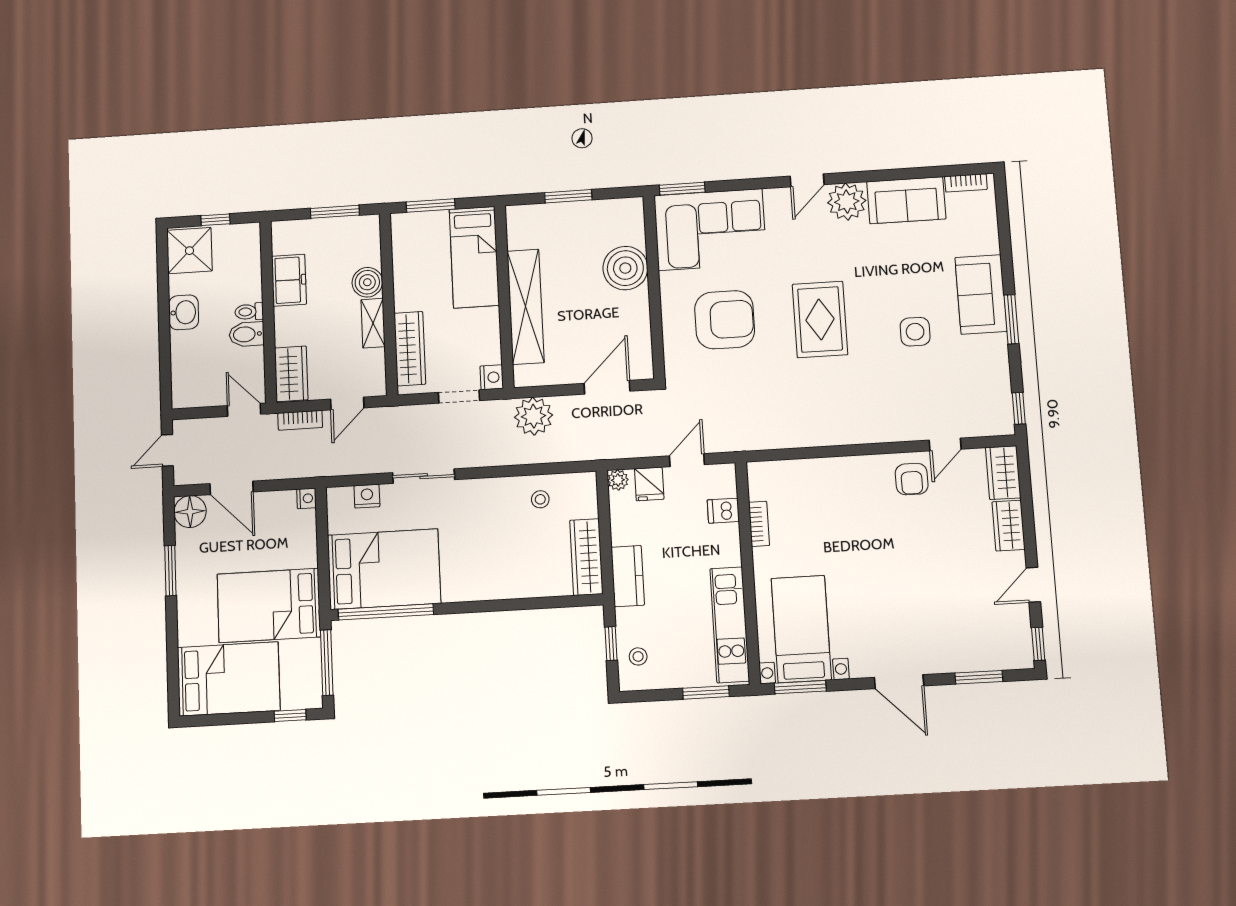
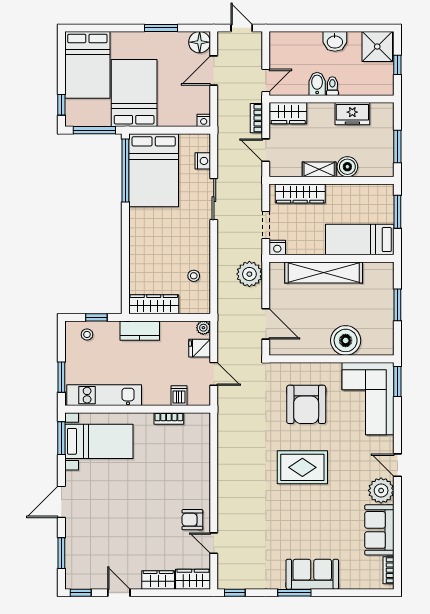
side table: (915, 332) -> (290, 529), removed

